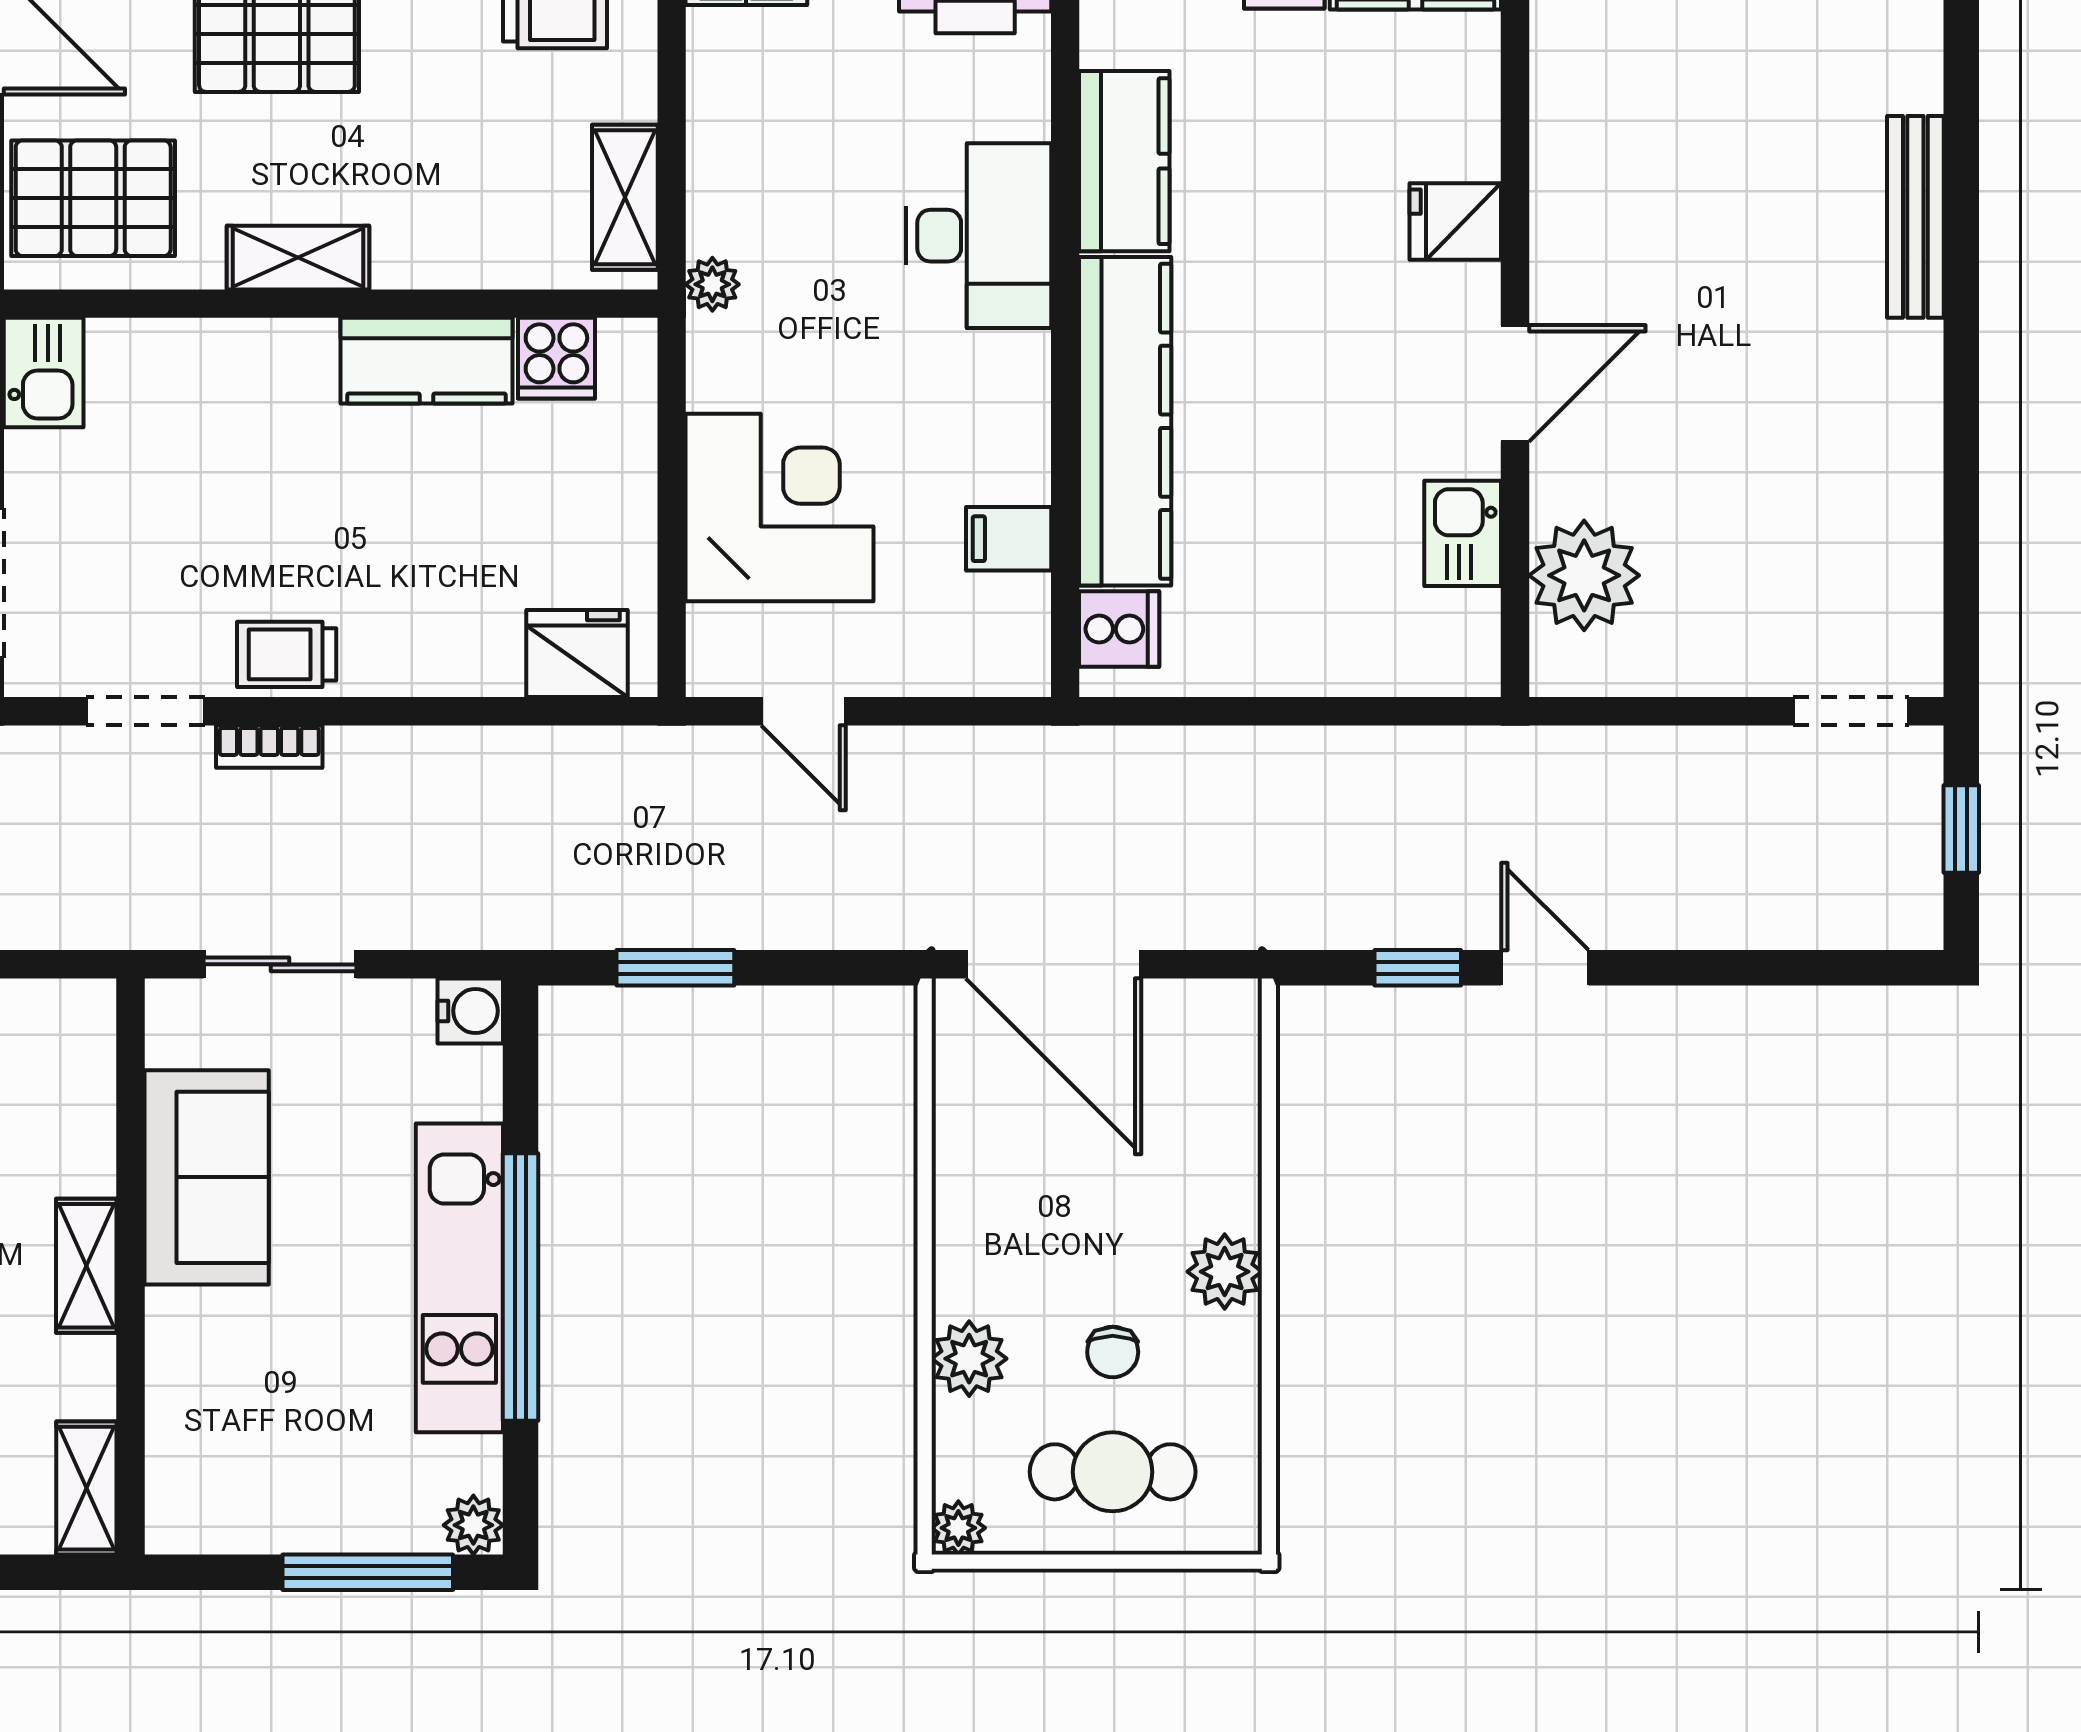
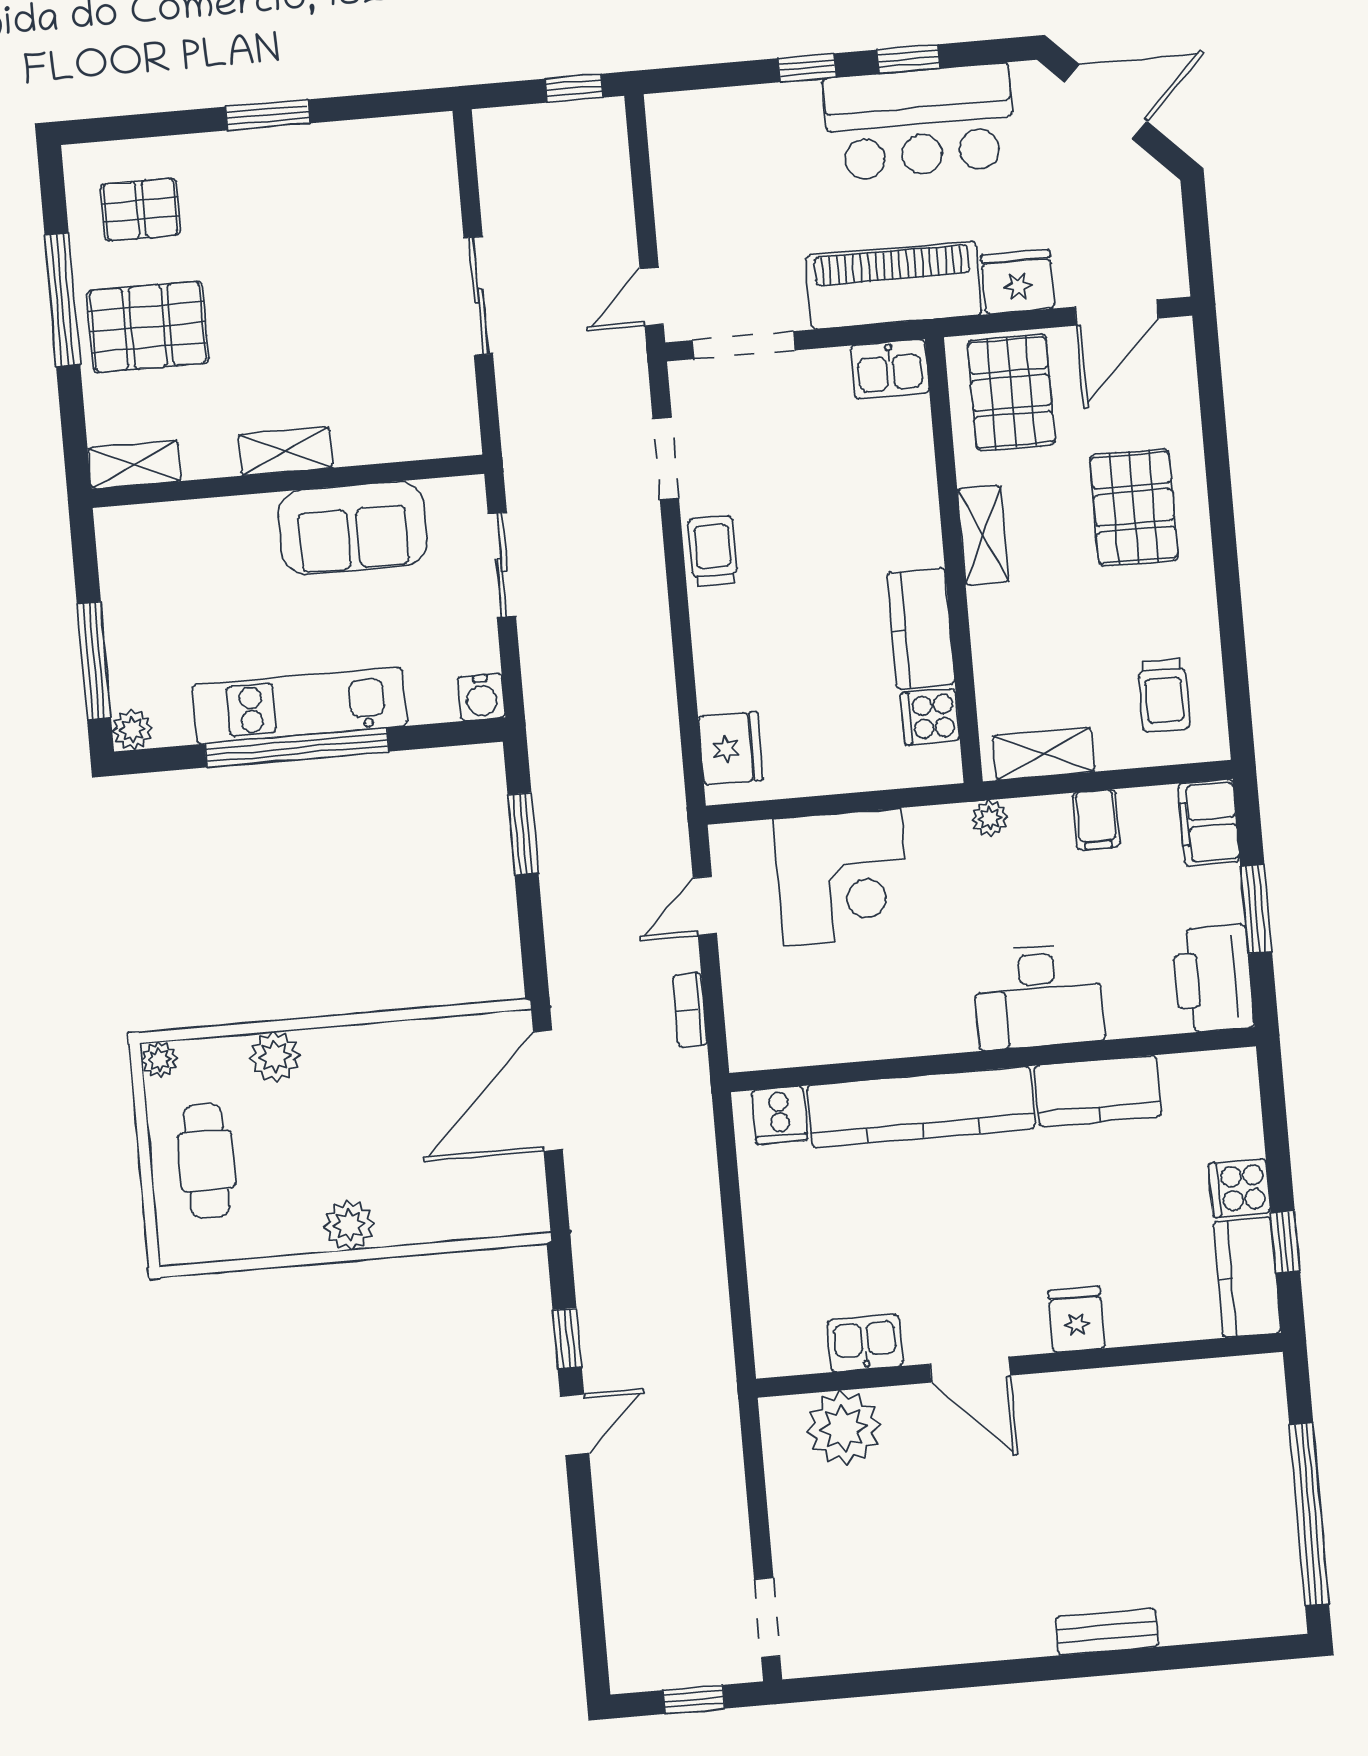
bench: (1915, 217) -> (1107, 1632), width x0.73
filing cabinet: (1009, 539) -> (1096, 820), moved, turned 180
bookcase: (269, 747) -> (690, 1010), moved
chair: (1113, 1352) -> (288, 1154), removed

